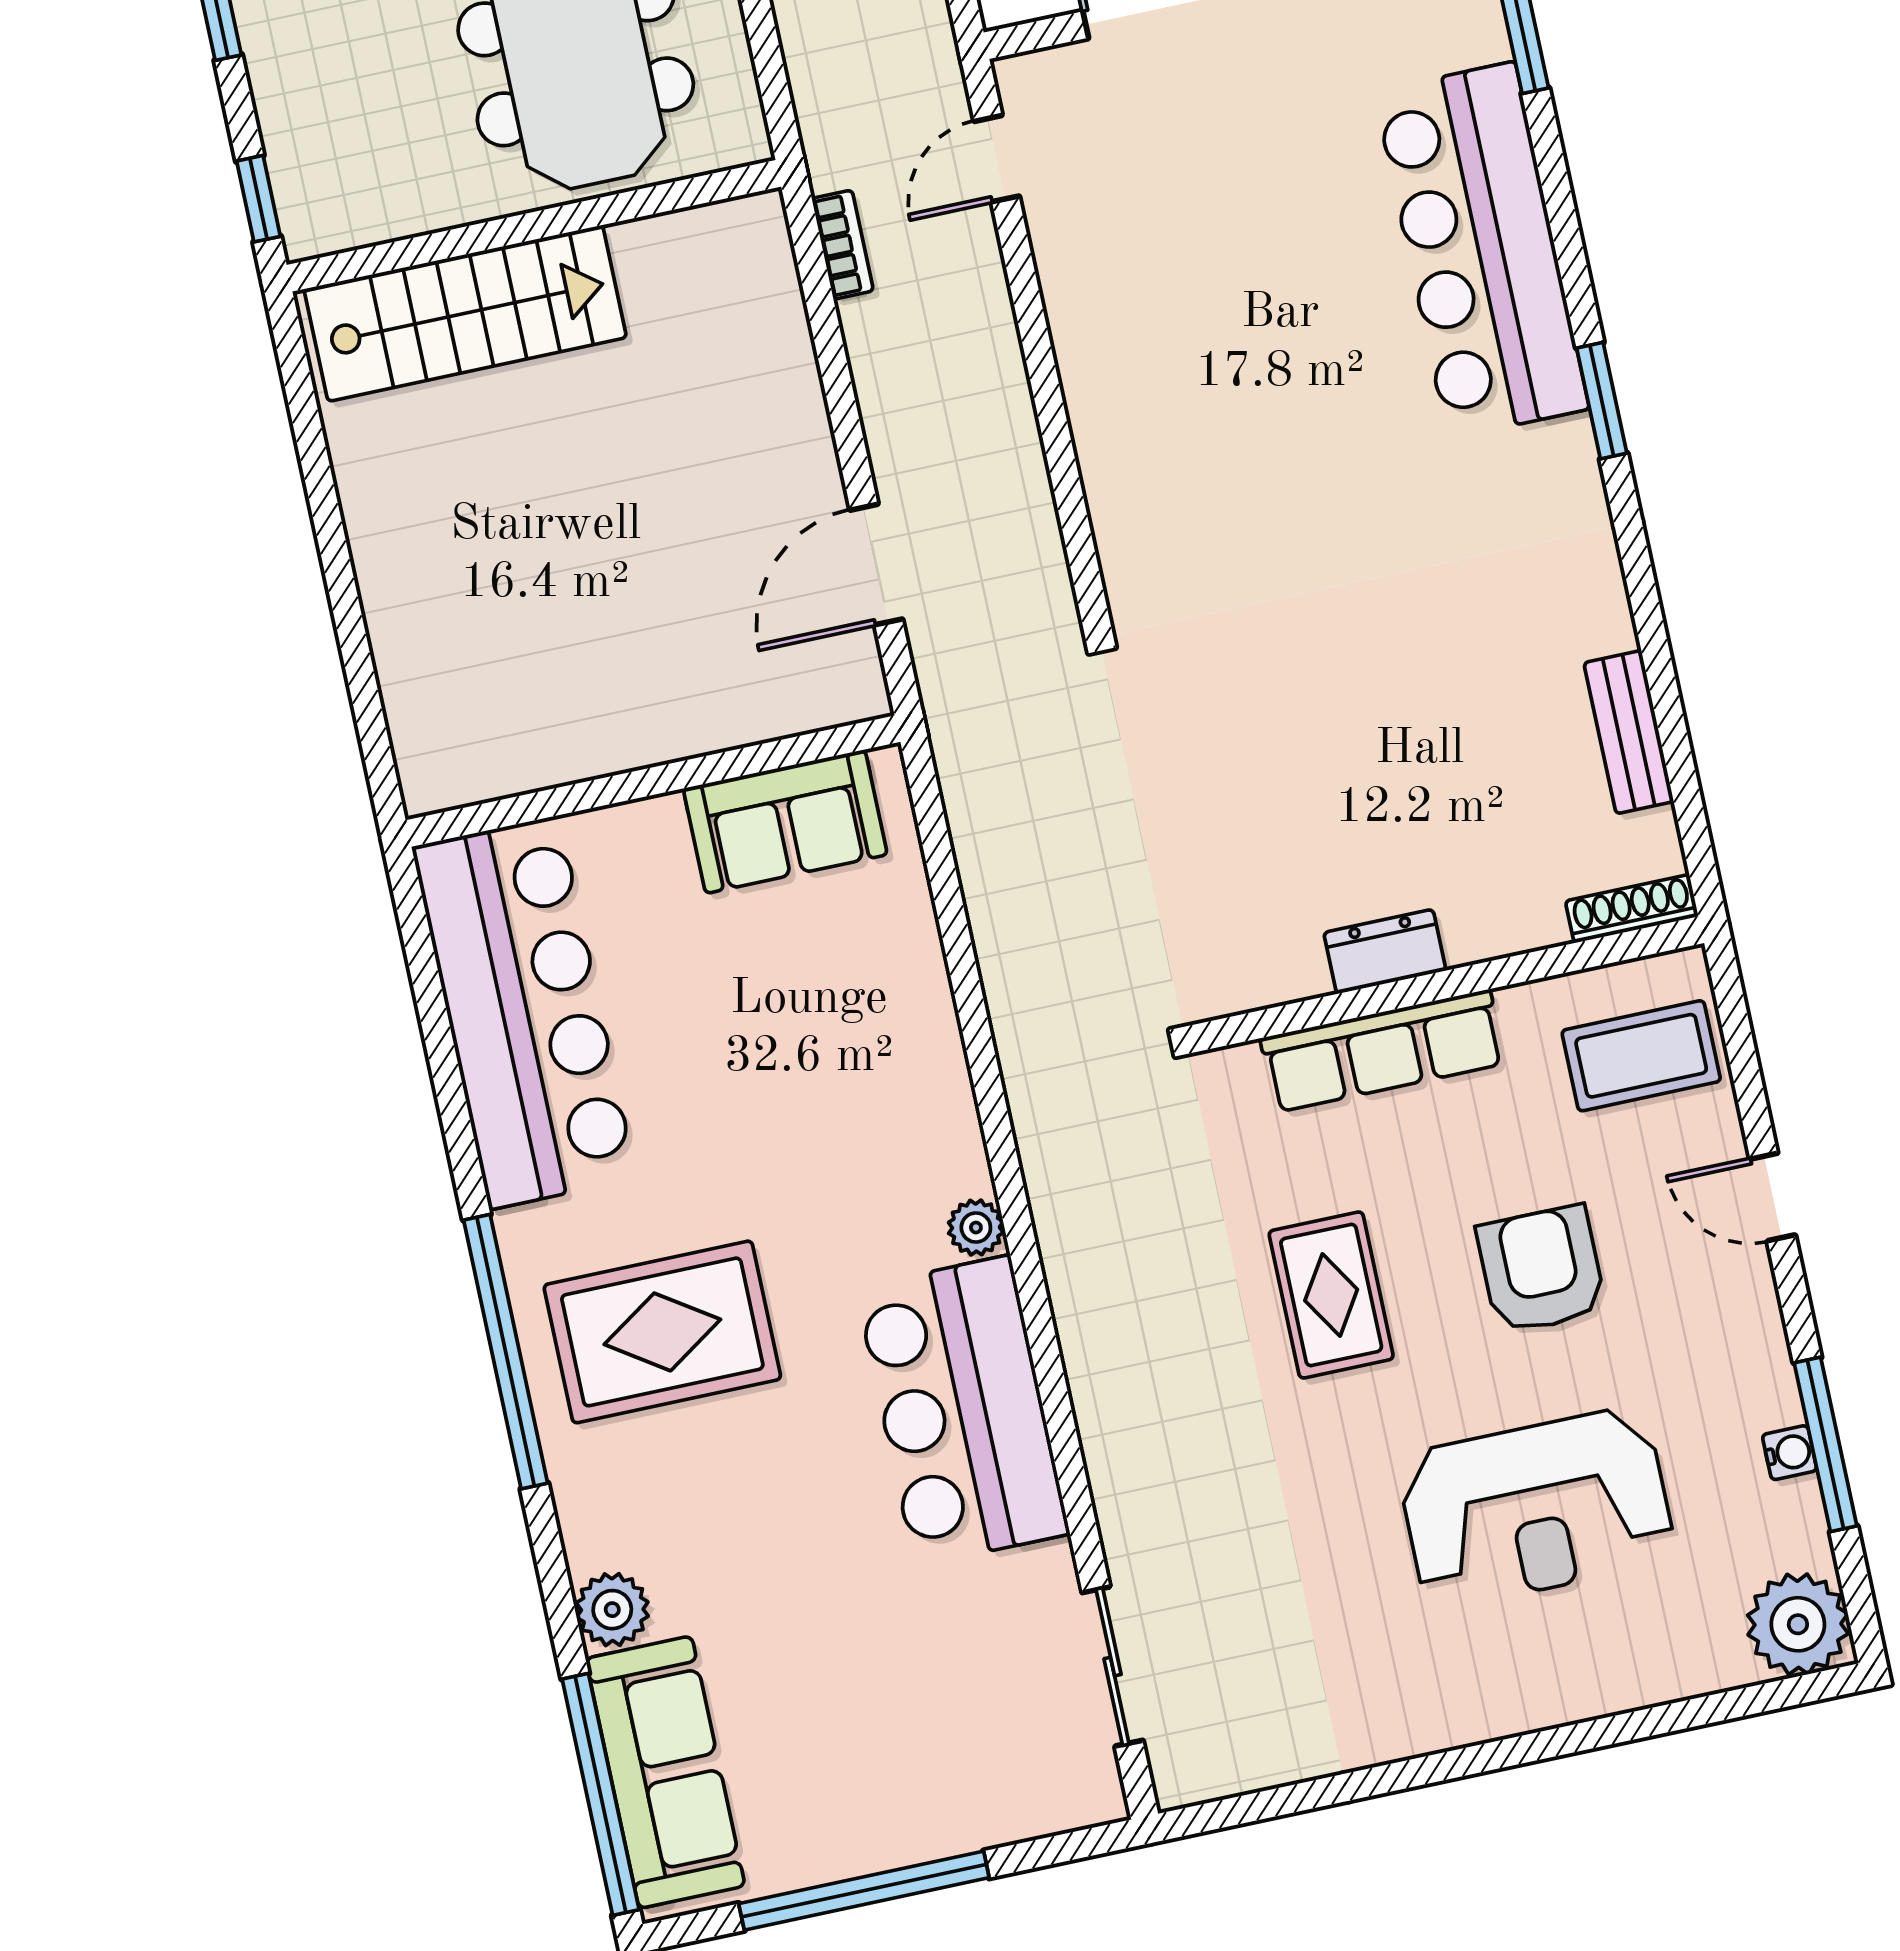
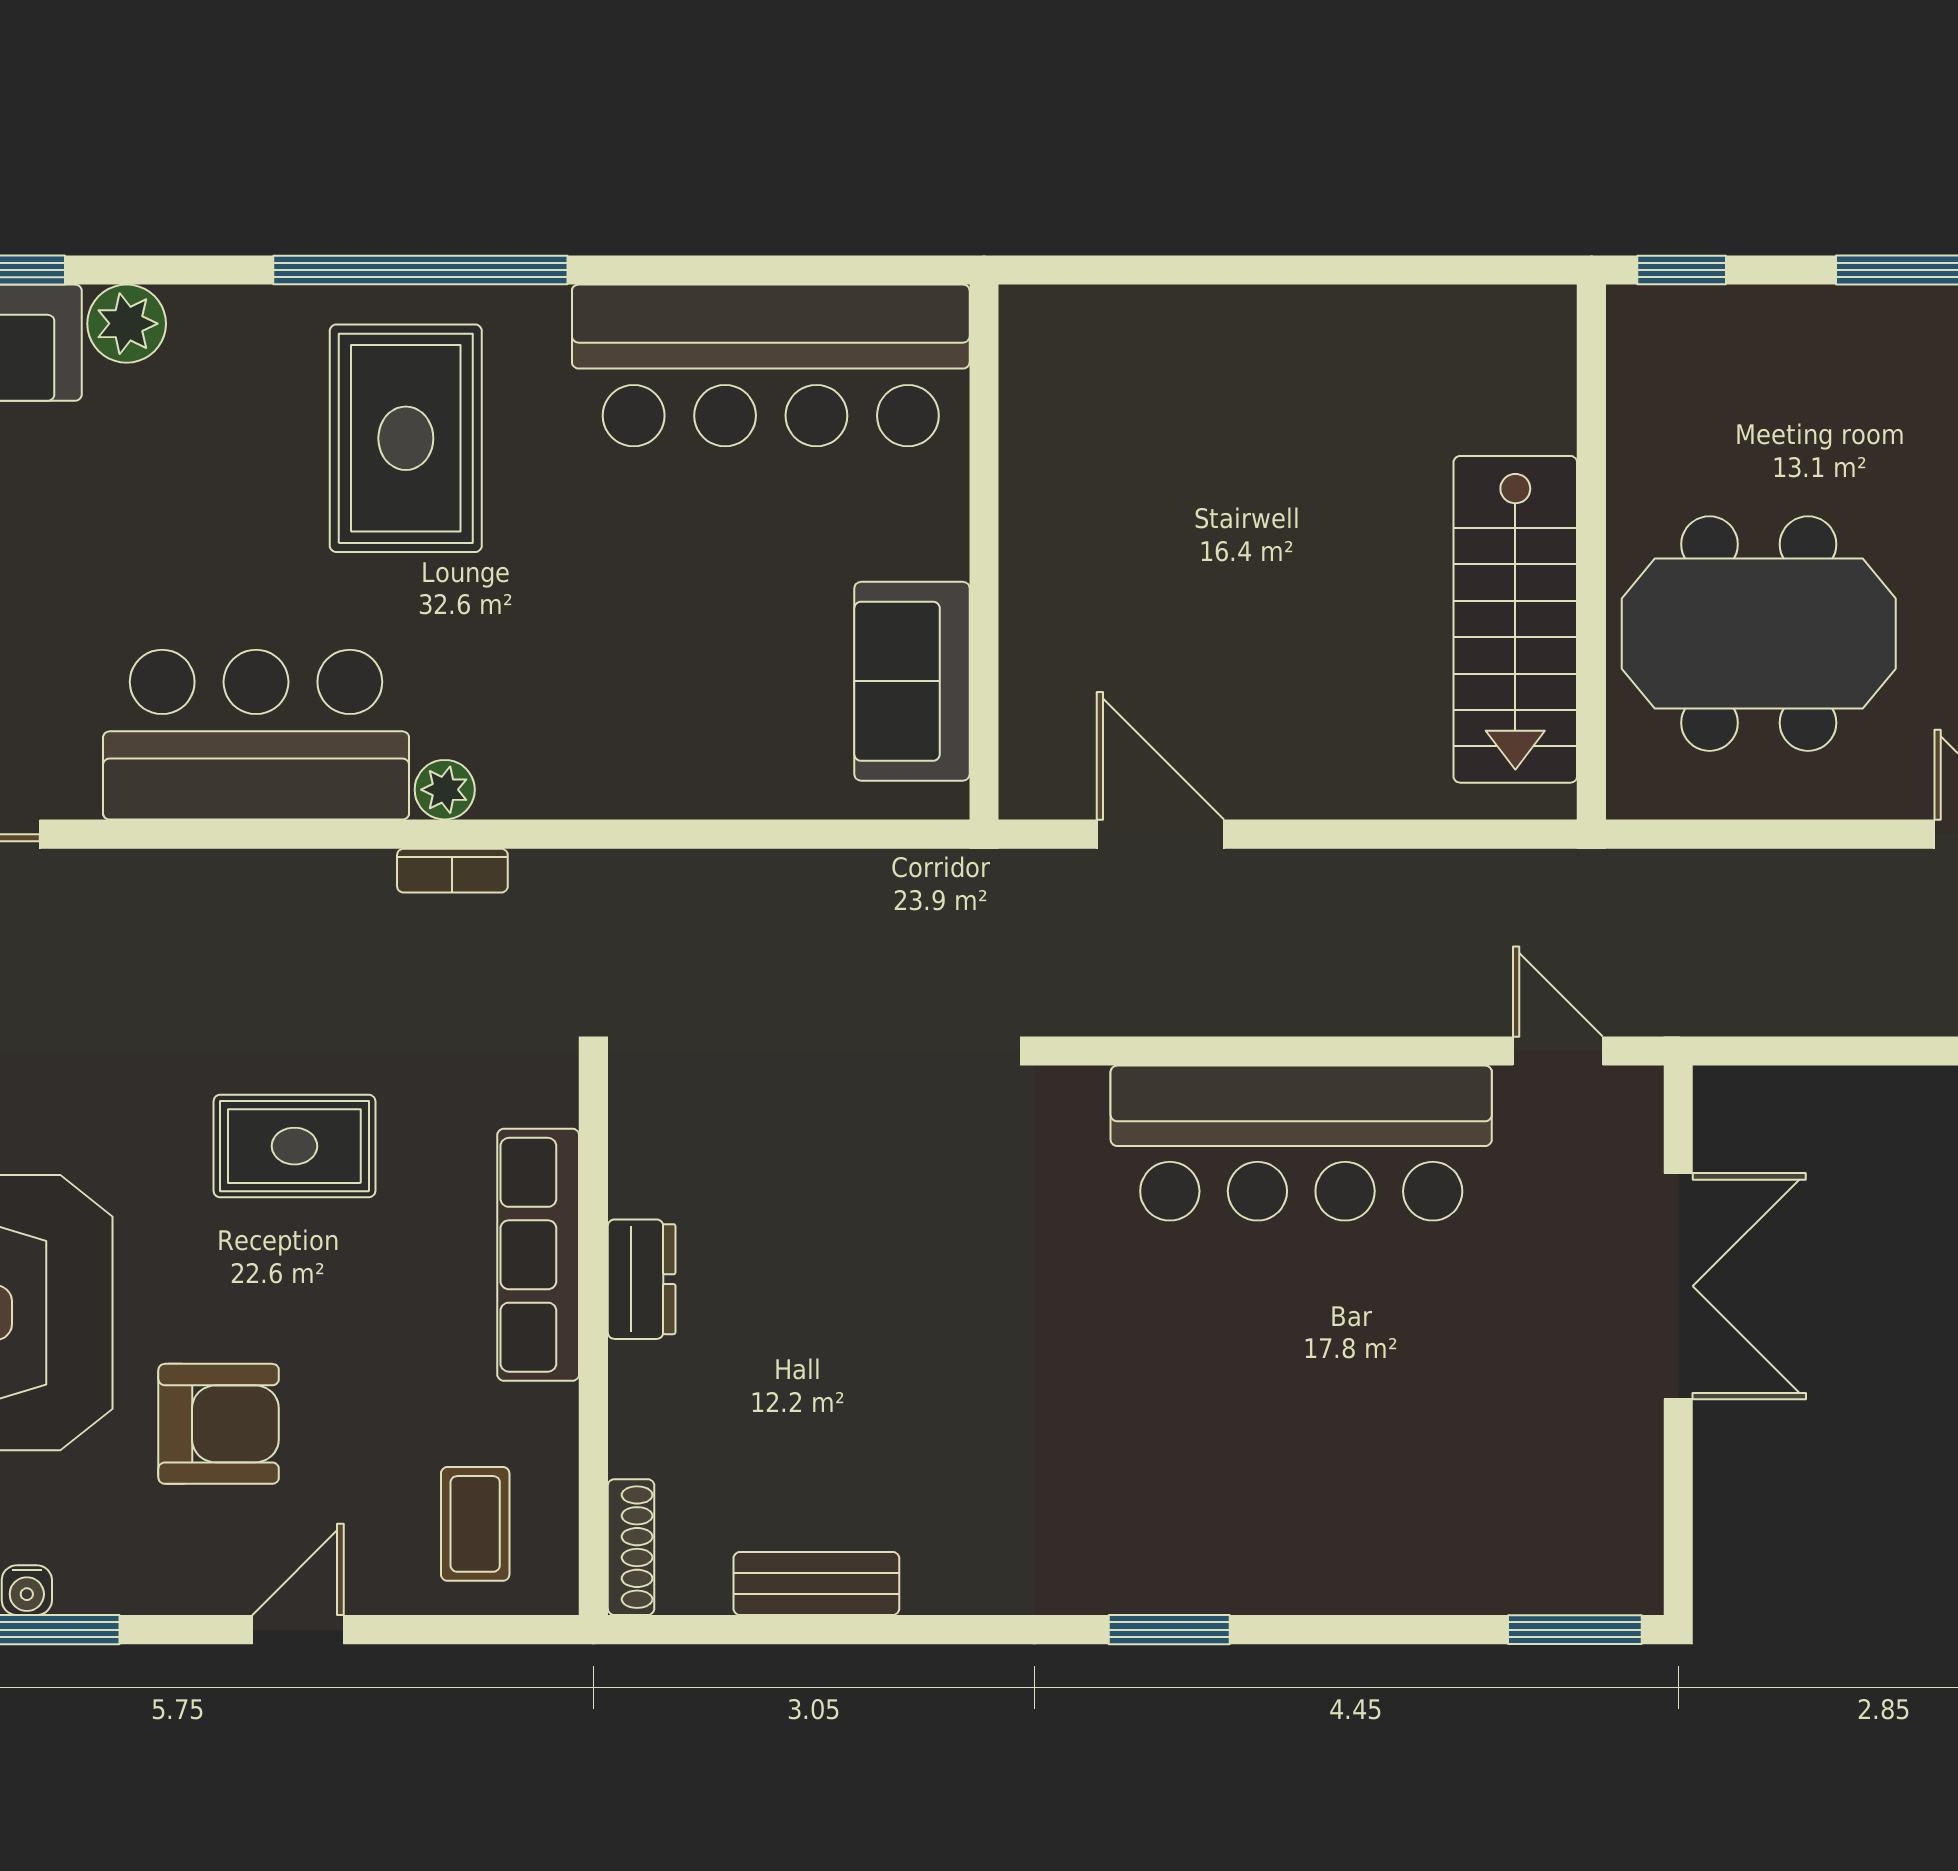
bookcase: (843, 245) -> (452, 871), moved
bar counter: (1481, 250) -> (1301, 1143), moved, turned 180
stairs: (465, 313) -> (1515, 619), moved
coffee table: (1641, 1056) -> (475, 1524), width x0.73, depth x0.77
armchair: (1541, 1270) -> (219, 1424), moved

